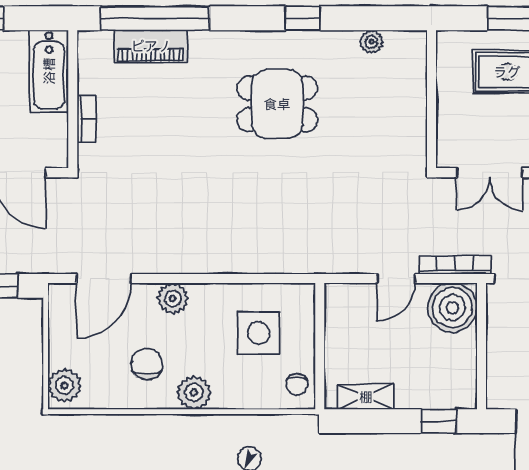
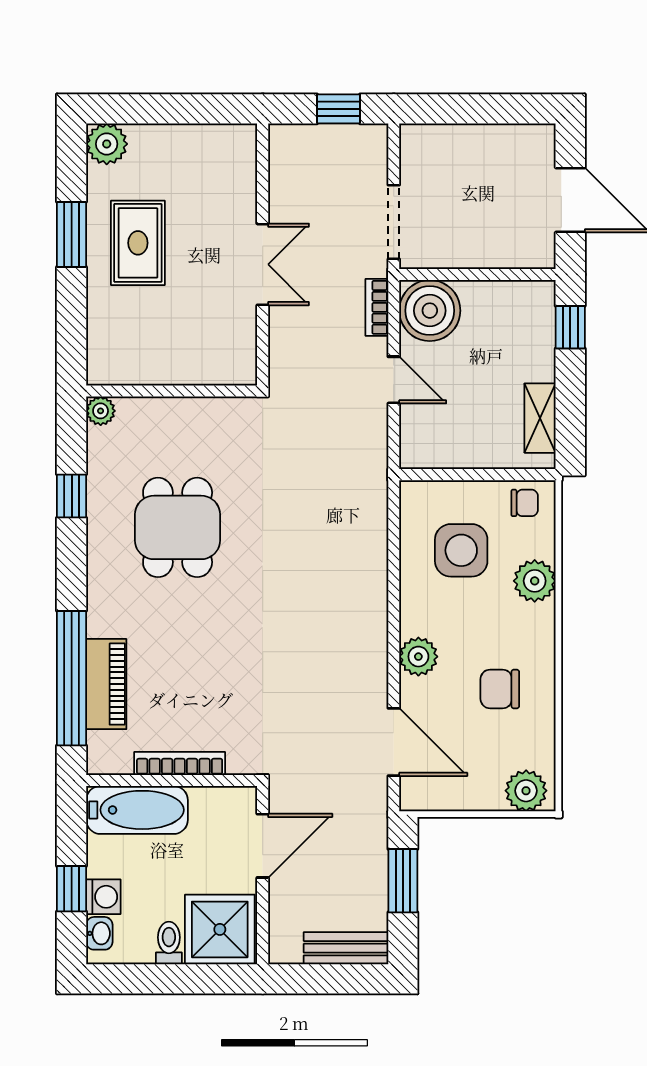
wall: (432, 99) -> (172, 391), moved
bookcase: (87, 119) -> (180, 763), width x1.56
bookcase: (455, 265) -> (377, 307), width x0.64
plant: (194, 392) -> (535, 581), moved

